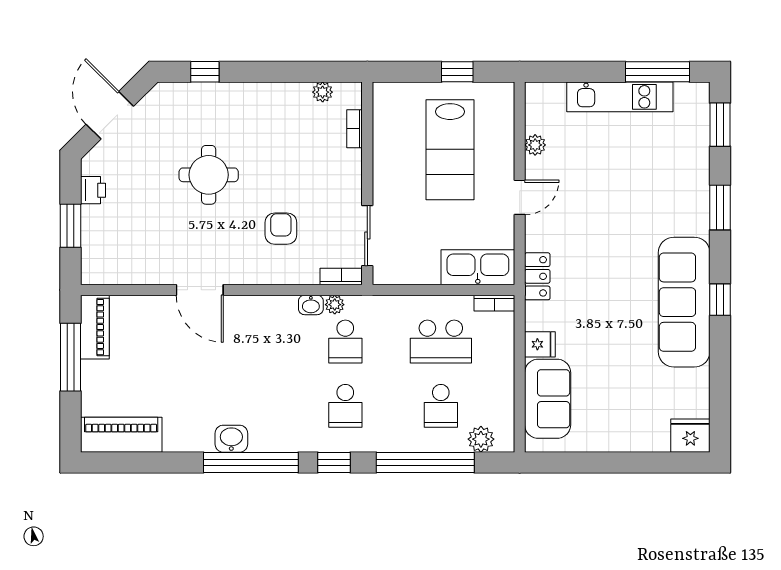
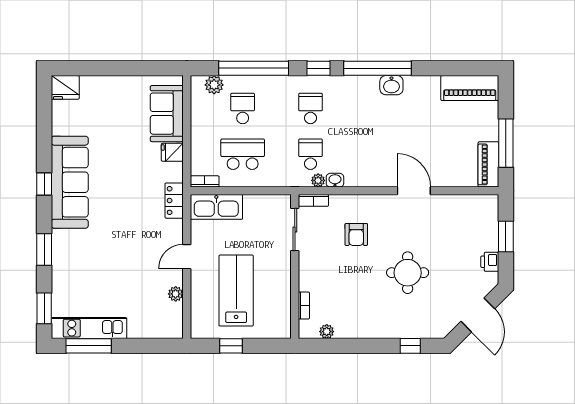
kitchen unit: (620, 97) -> (89, 328), moved

